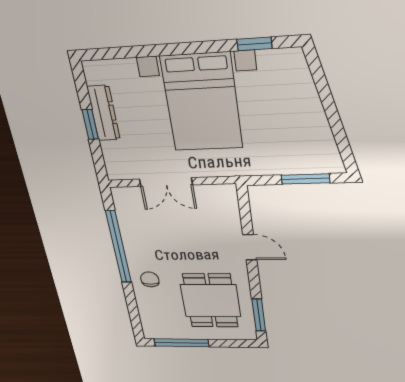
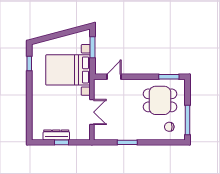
bed with nightstands: (202, 103) -> (68, 70), moved, turned 180
window: (119, 247) -> (127, 142), width x0.47
door: (250, 247) -> (114, 77), moved
chair: (150, 279) -> (169, 127), moved

